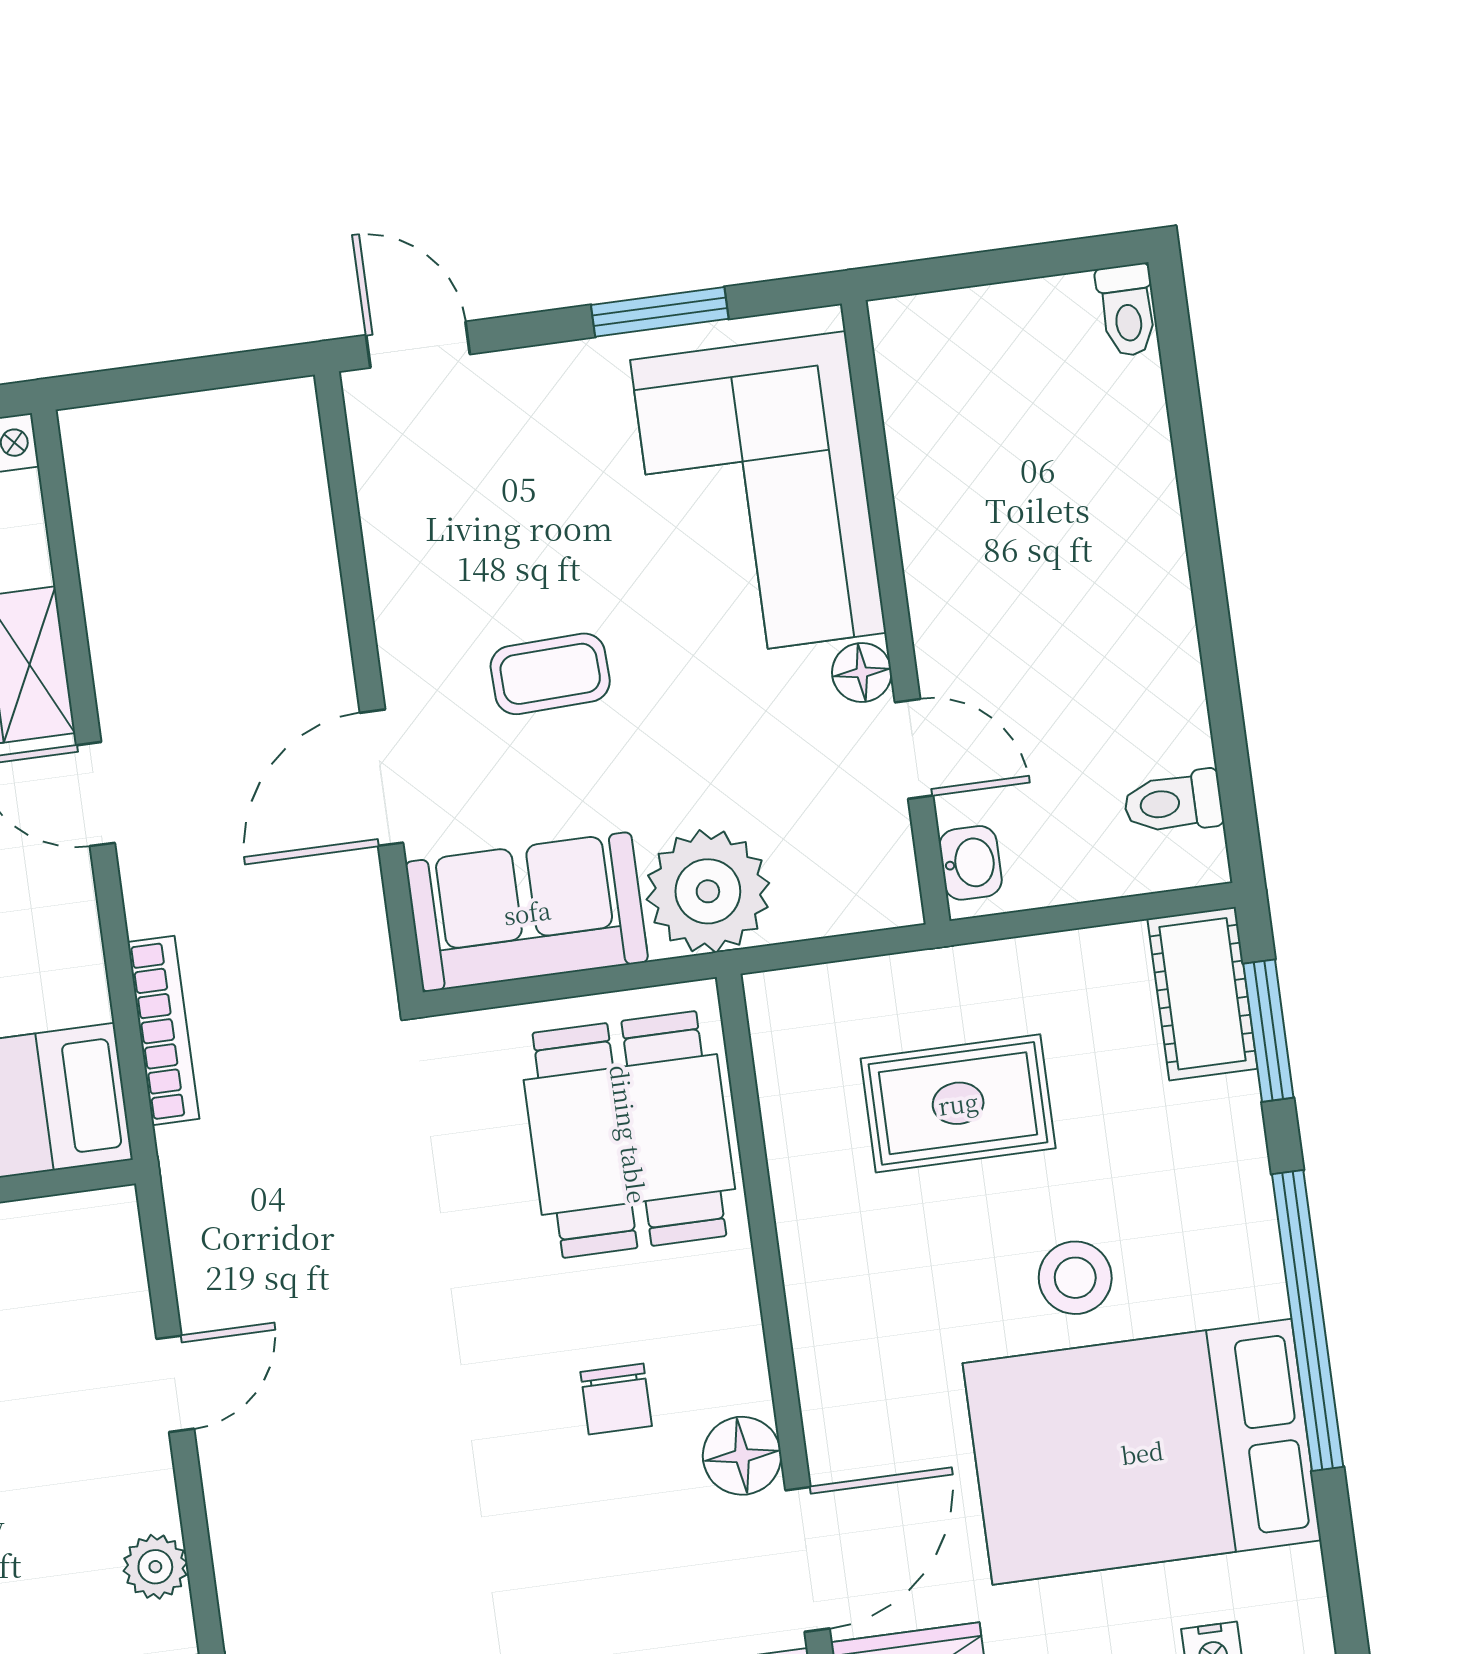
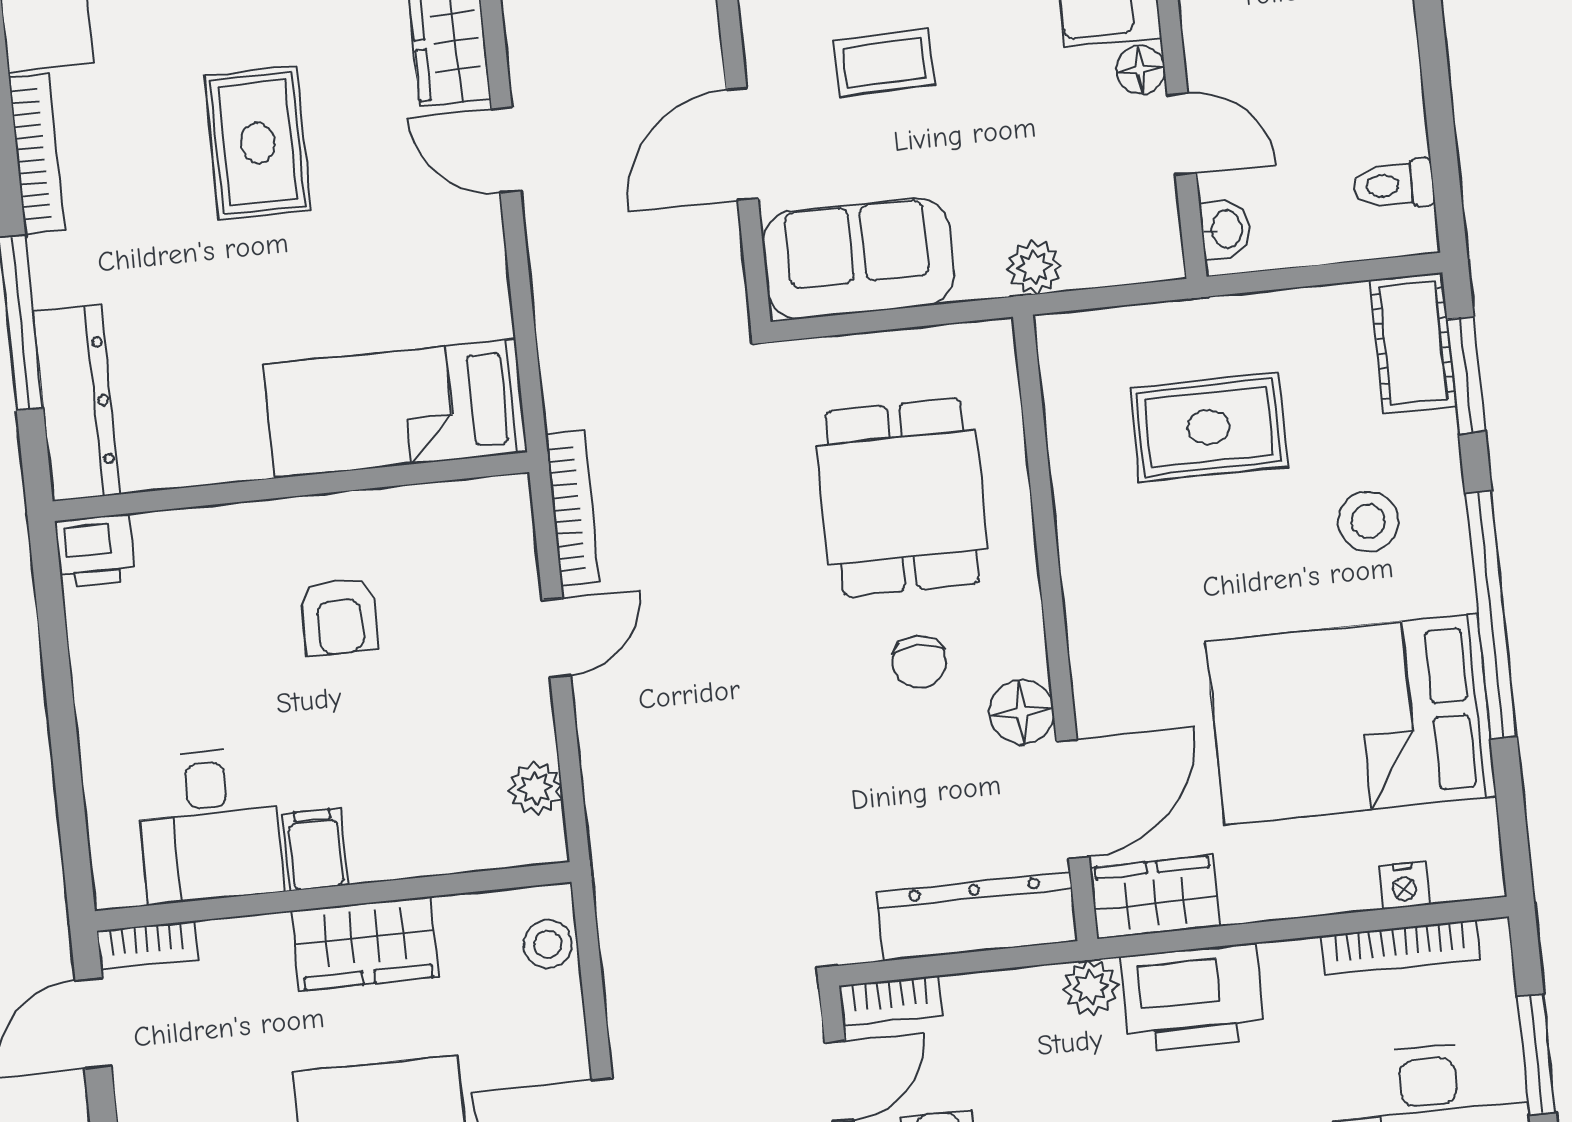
plant: (708, 891) -> (1034, 267), width x0.53, depth x0.53
bookcase: (163, 1030) -> (573, 508), moved
dining table: (629, 1134) -> (902, 497), moved
stool: (1075, 1278) -> (1368, 521), moved

